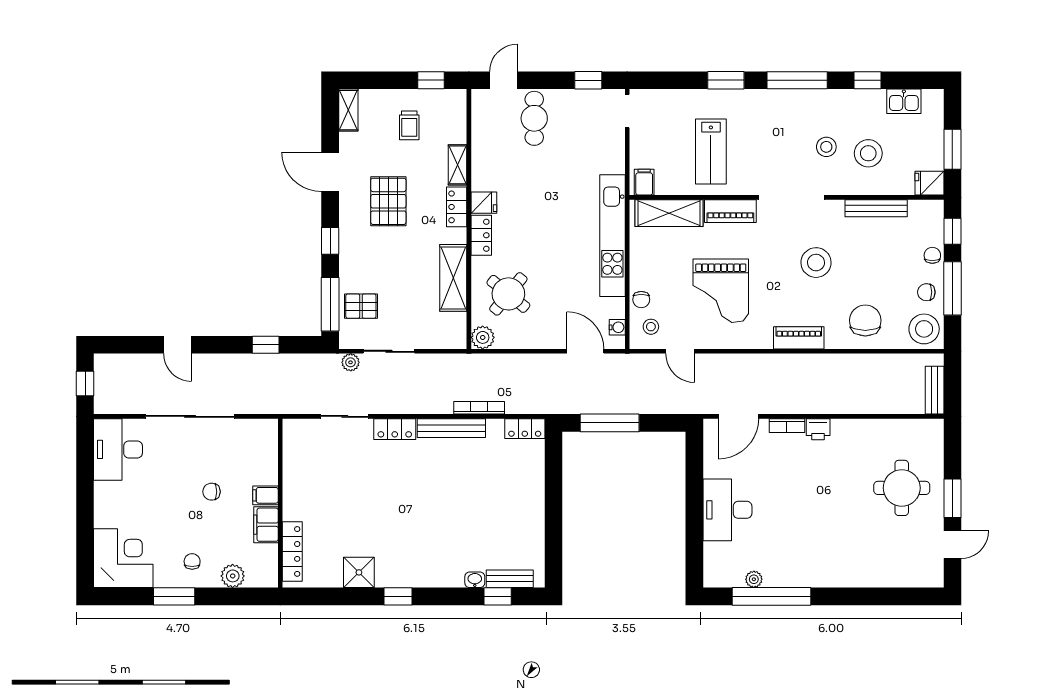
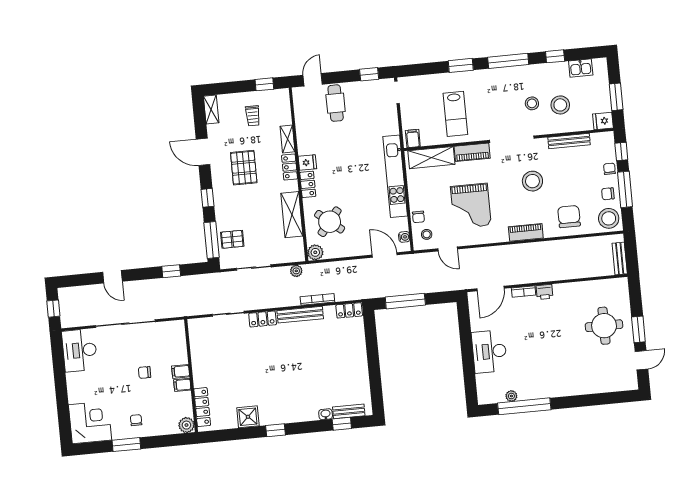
plant: (351, 362) -> (296, 271), moved
filing cabinet: (266, 525) -> (182, 385), width x0.50
plant: (233, 576) -> (186, 425), moved

